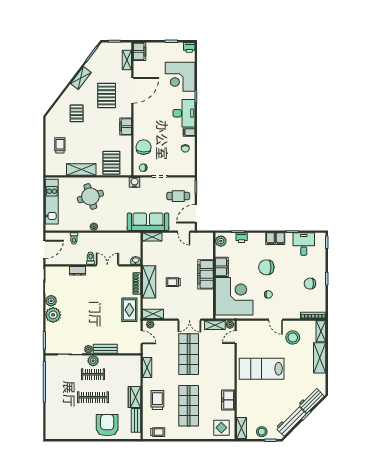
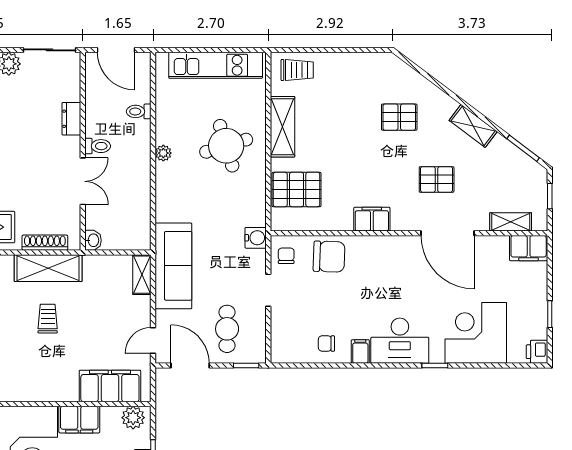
pallet: (107, 96) -> (437, 179), width x0.67, depth x0.71
trolley: (60, 145) -> (297, 70), moved
filing cabinet: (206, 274) -> (110, 386), moved

